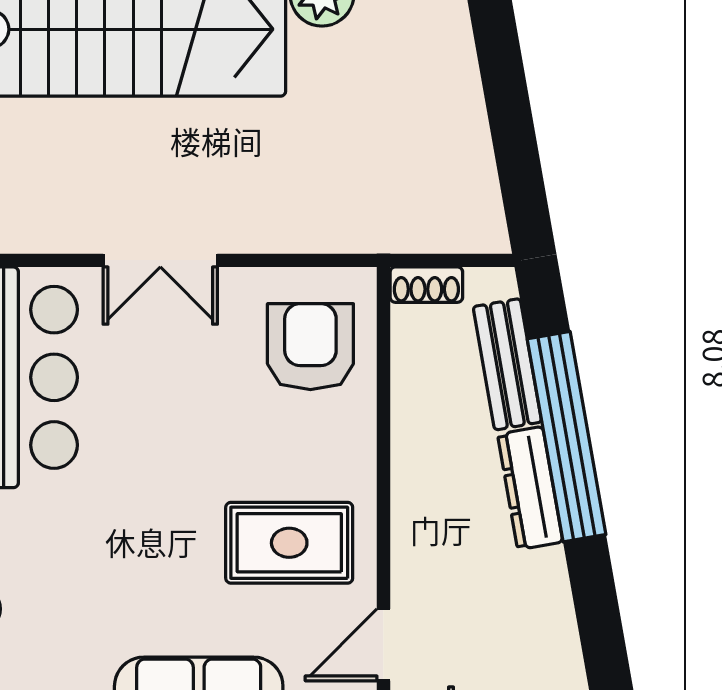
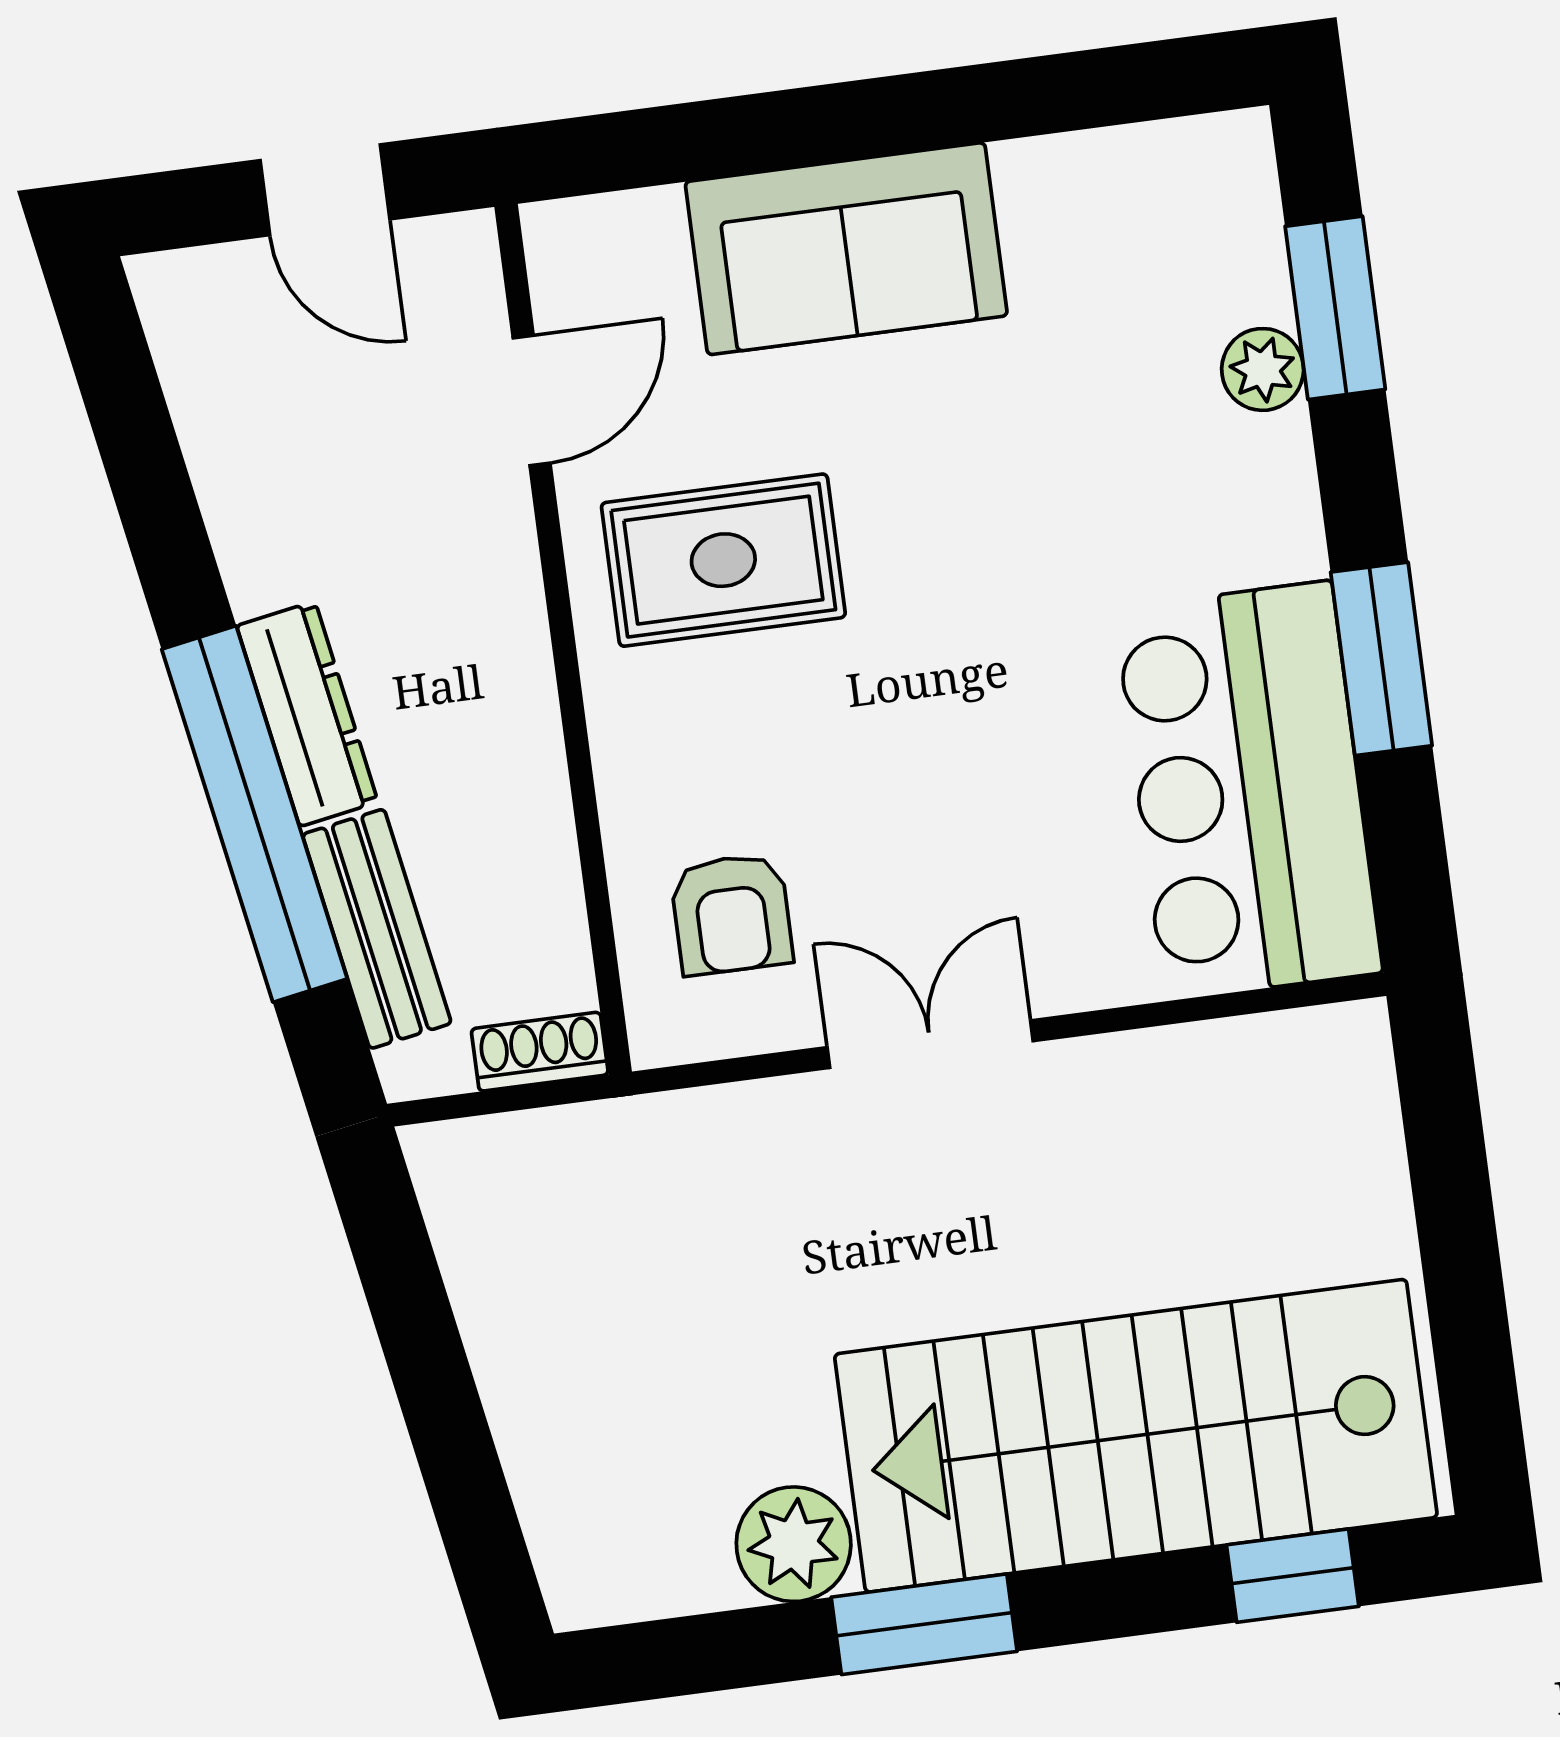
double door: (160, 260) -> (930, 1044), moved
armchair: (310, 347) -> (731, 914), width x0.72, depth x0.72

